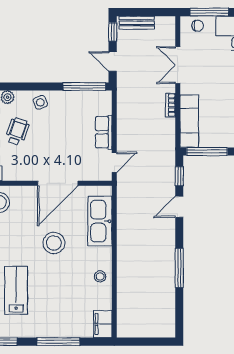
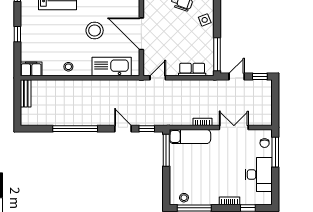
bench: (137, 23) -> (26, 93), moved
row of seats: (104, 132) -> (192, 70), moved
door: (114, 162) -> (158, 78), swing flipped
window: (179, 268) -> (75, 129), width x1.46
window: (58, 342) -> (17, 34), width x0.46

